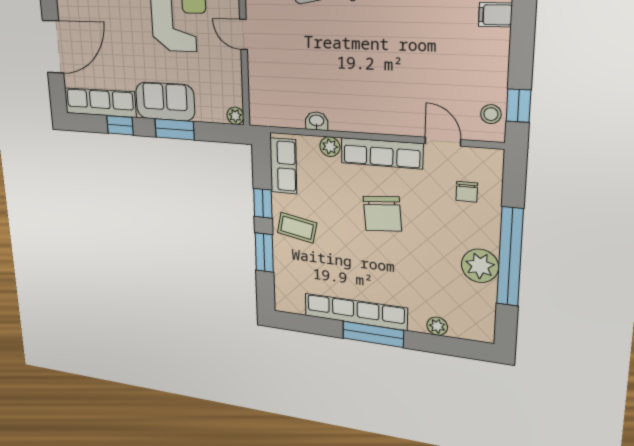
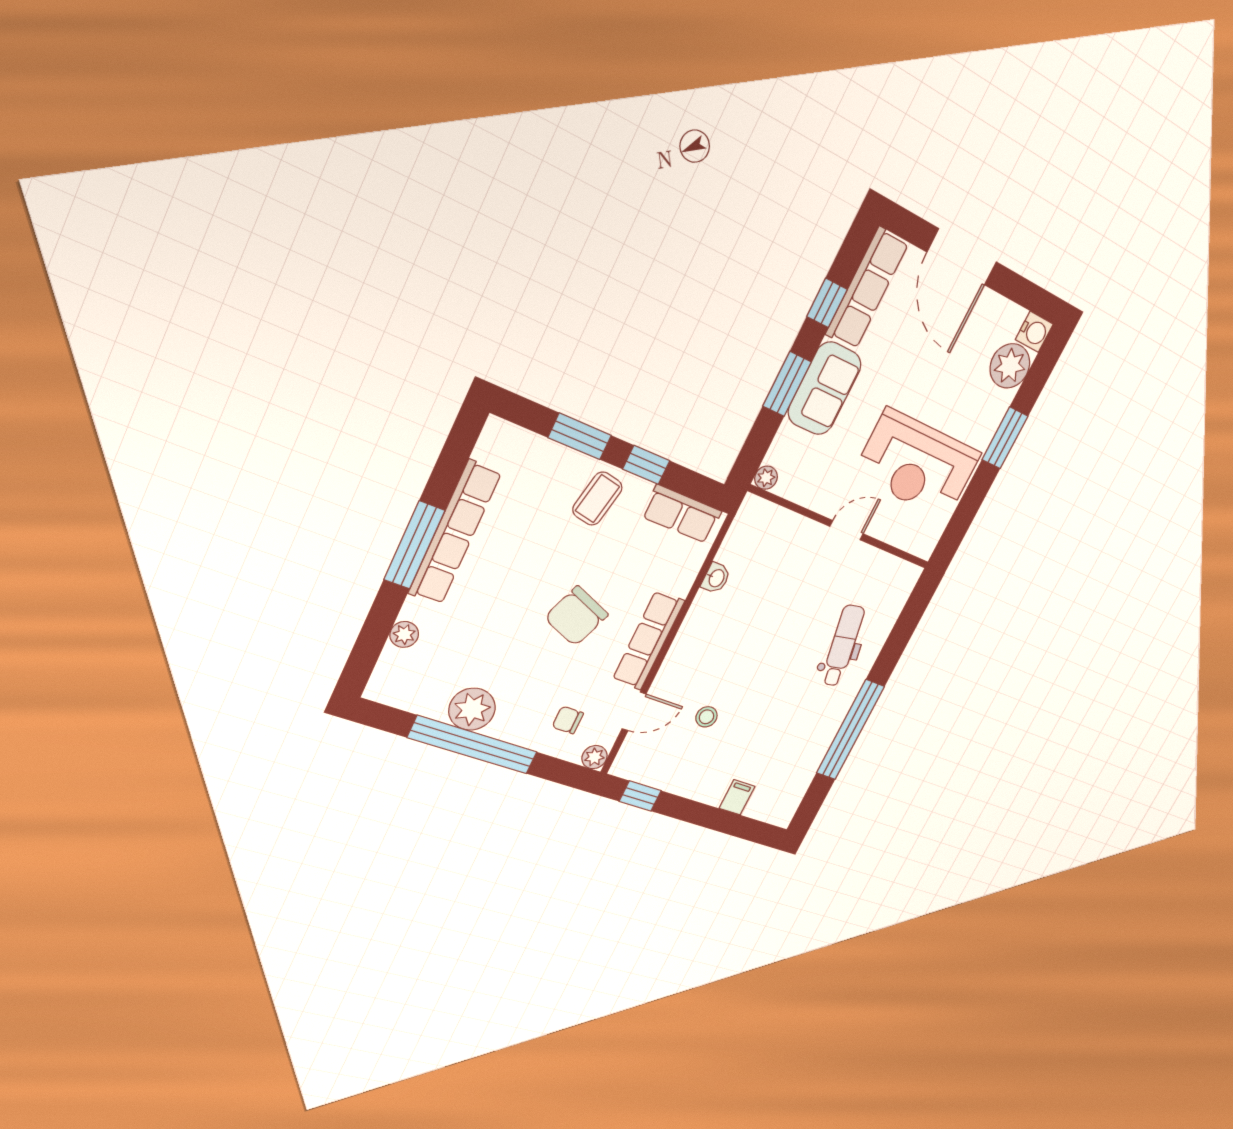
stool: (491, 114) -> (707, 717), moved
plant: (330, 147) -> (594, 757), moved
chair: (382, 214) -> (576, 616), turned -63

